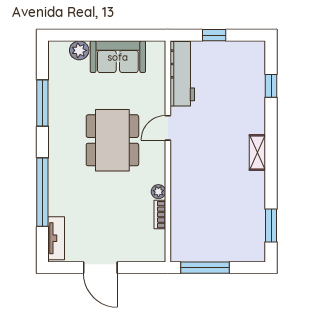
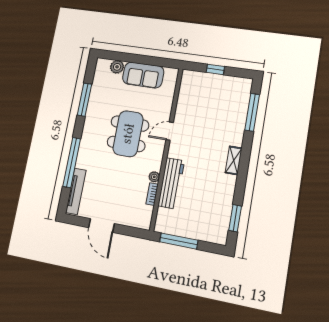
workbench: (182, 74) -> (171, 183), moved
window: (271, 86) -> (252, 112), width x2.17
tv unit: (56, 238) -> (76, 191), width x1.41

